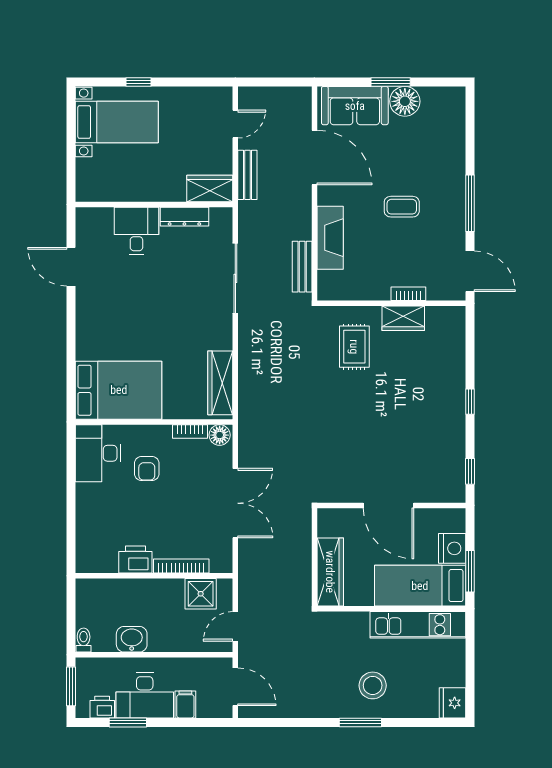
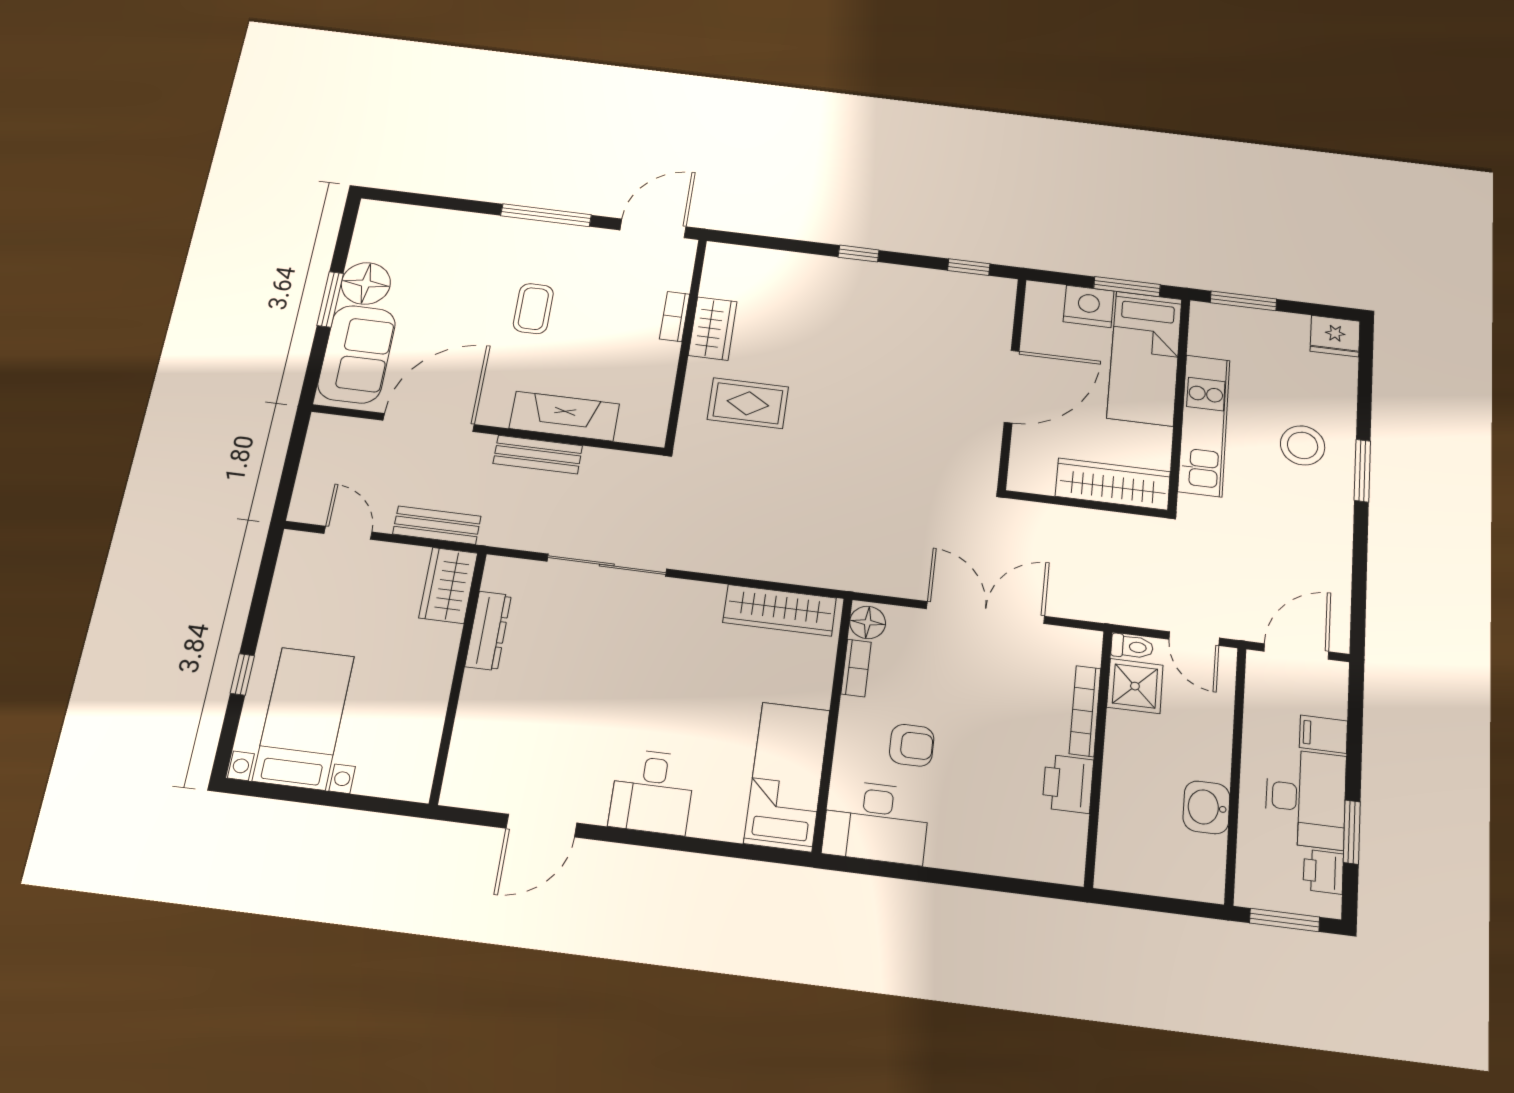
desk: (136, 231) -> (652, 792), moved, turned -90
bench: (302, 267) -> (538, 455), moved
bed: (119, 390) -> (787, 776), width x0.67
kitchen unit: (418, 625) -> (1204, 425), moved
toilet: (84, 640) -> (1132, 647), moved, turned 180
window: (470, 645) -> (1243, 301), added

